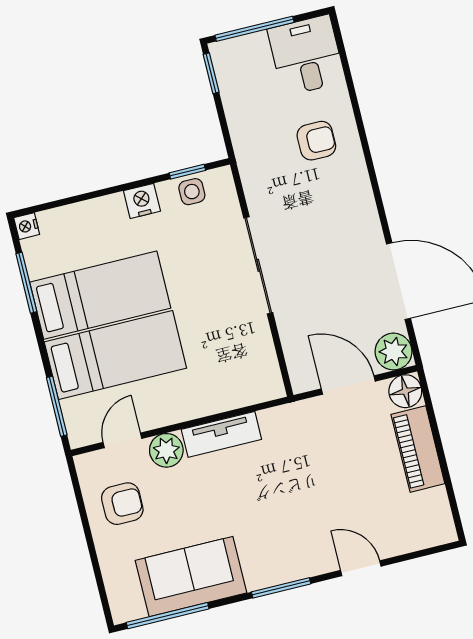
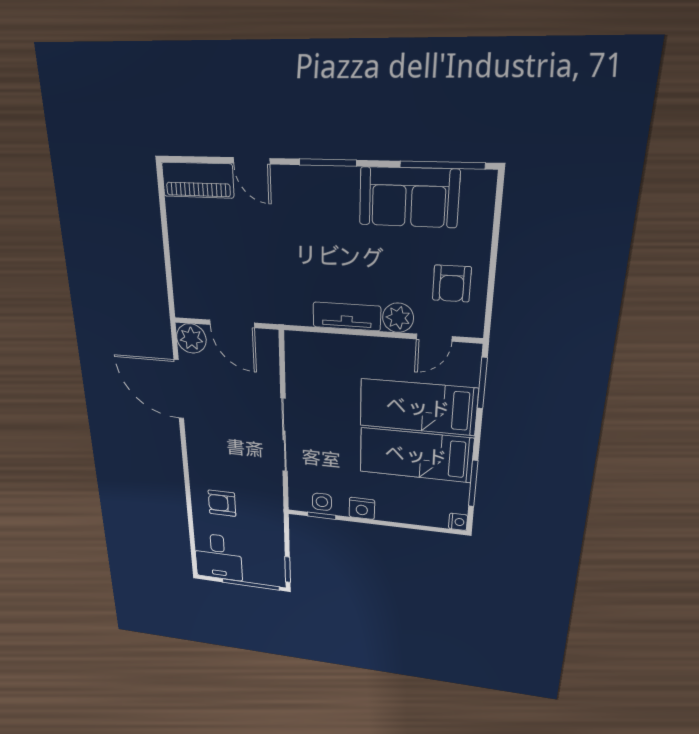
floor lamp: (405, 391) -> (187, 305), removed
piano: (418, 449) -> (198, 180), moved, turned 90
armchair: (122, 504) -> (452, 284), turned -90

